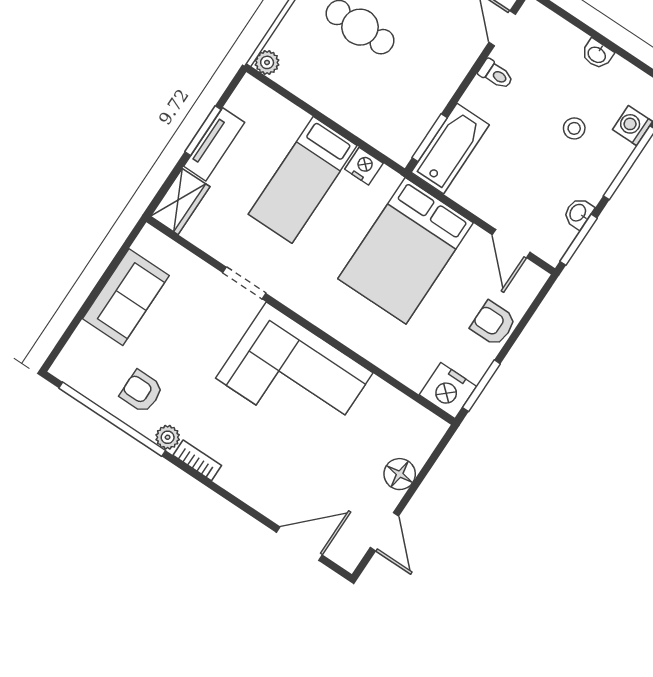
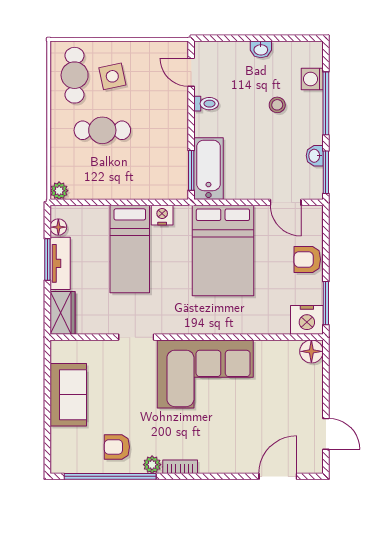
floor lamp: (239, 102) -> (58, 227), added
floor lamp: (400, 474) -> (311, 351), moved

